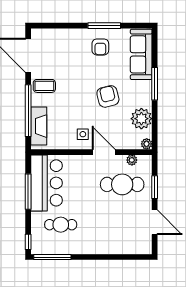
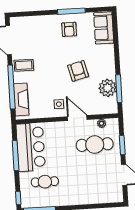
sofa: (141, 54) -> (104, 28), width x0.73
window: (155, 84) -> (119, 89), moved
plant: (147, 144) -> (113, 109), removed

